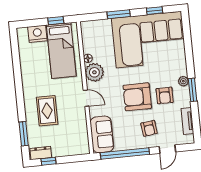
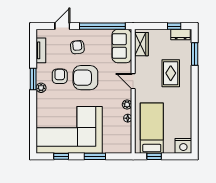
nightstand: (37, 34) -> (183, 146), moved
plant: (94, 72) -> (127, 105), width x0.53, depth x0.53
armchair: (137, 97) -> (85, 78), turned 180
wardrobe: (81, 138) -> (141, 44), added

